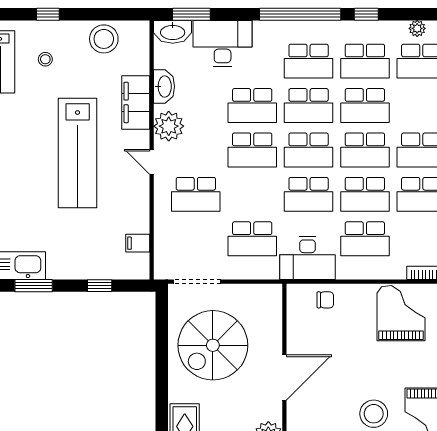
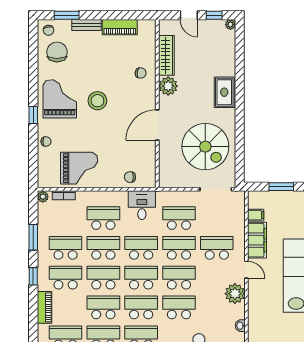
washbasin: (164, 87) -> (240, 326), width x0.52, depth x0.69
filing cabinet: (136, 102) -> (257, 240), moved
school desk: (252, 194) -> (179, 248), added
desk: (307, 258) -> (142, 205), width x0.73
window: (100, 286) -> (281, 187), width x1.50
grand piano: (401, 313) -> (79, 168), turned -90
spiral stairs: (213, 345) -> (205, 147), turned 90

